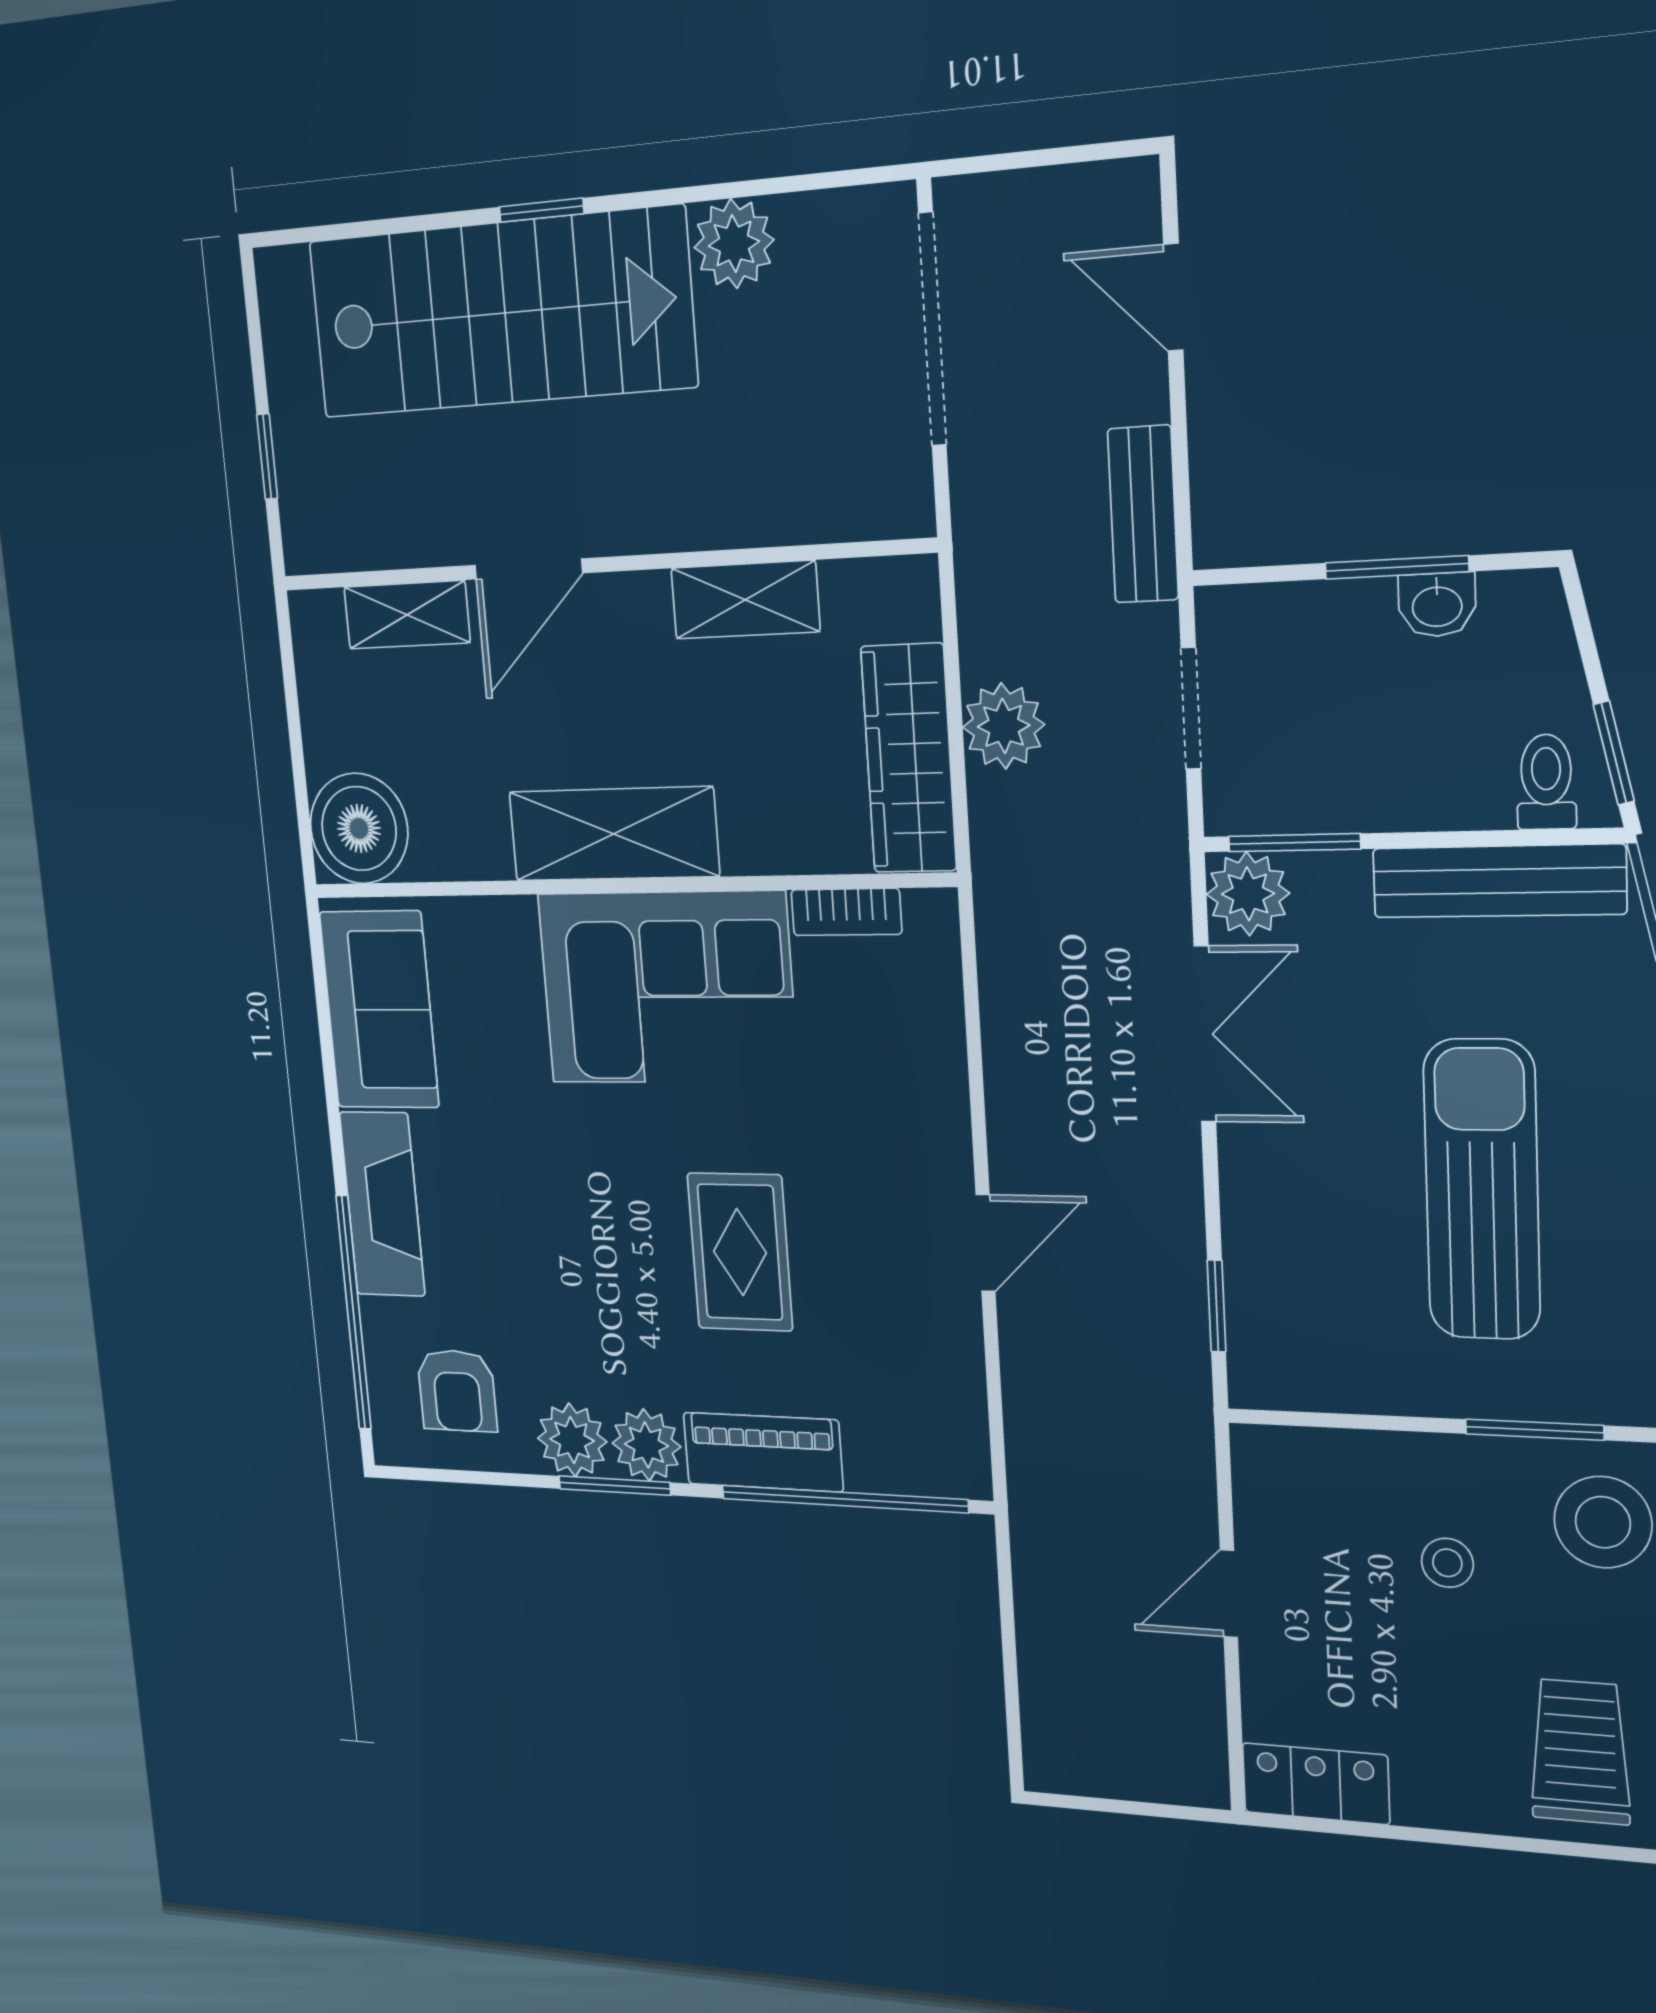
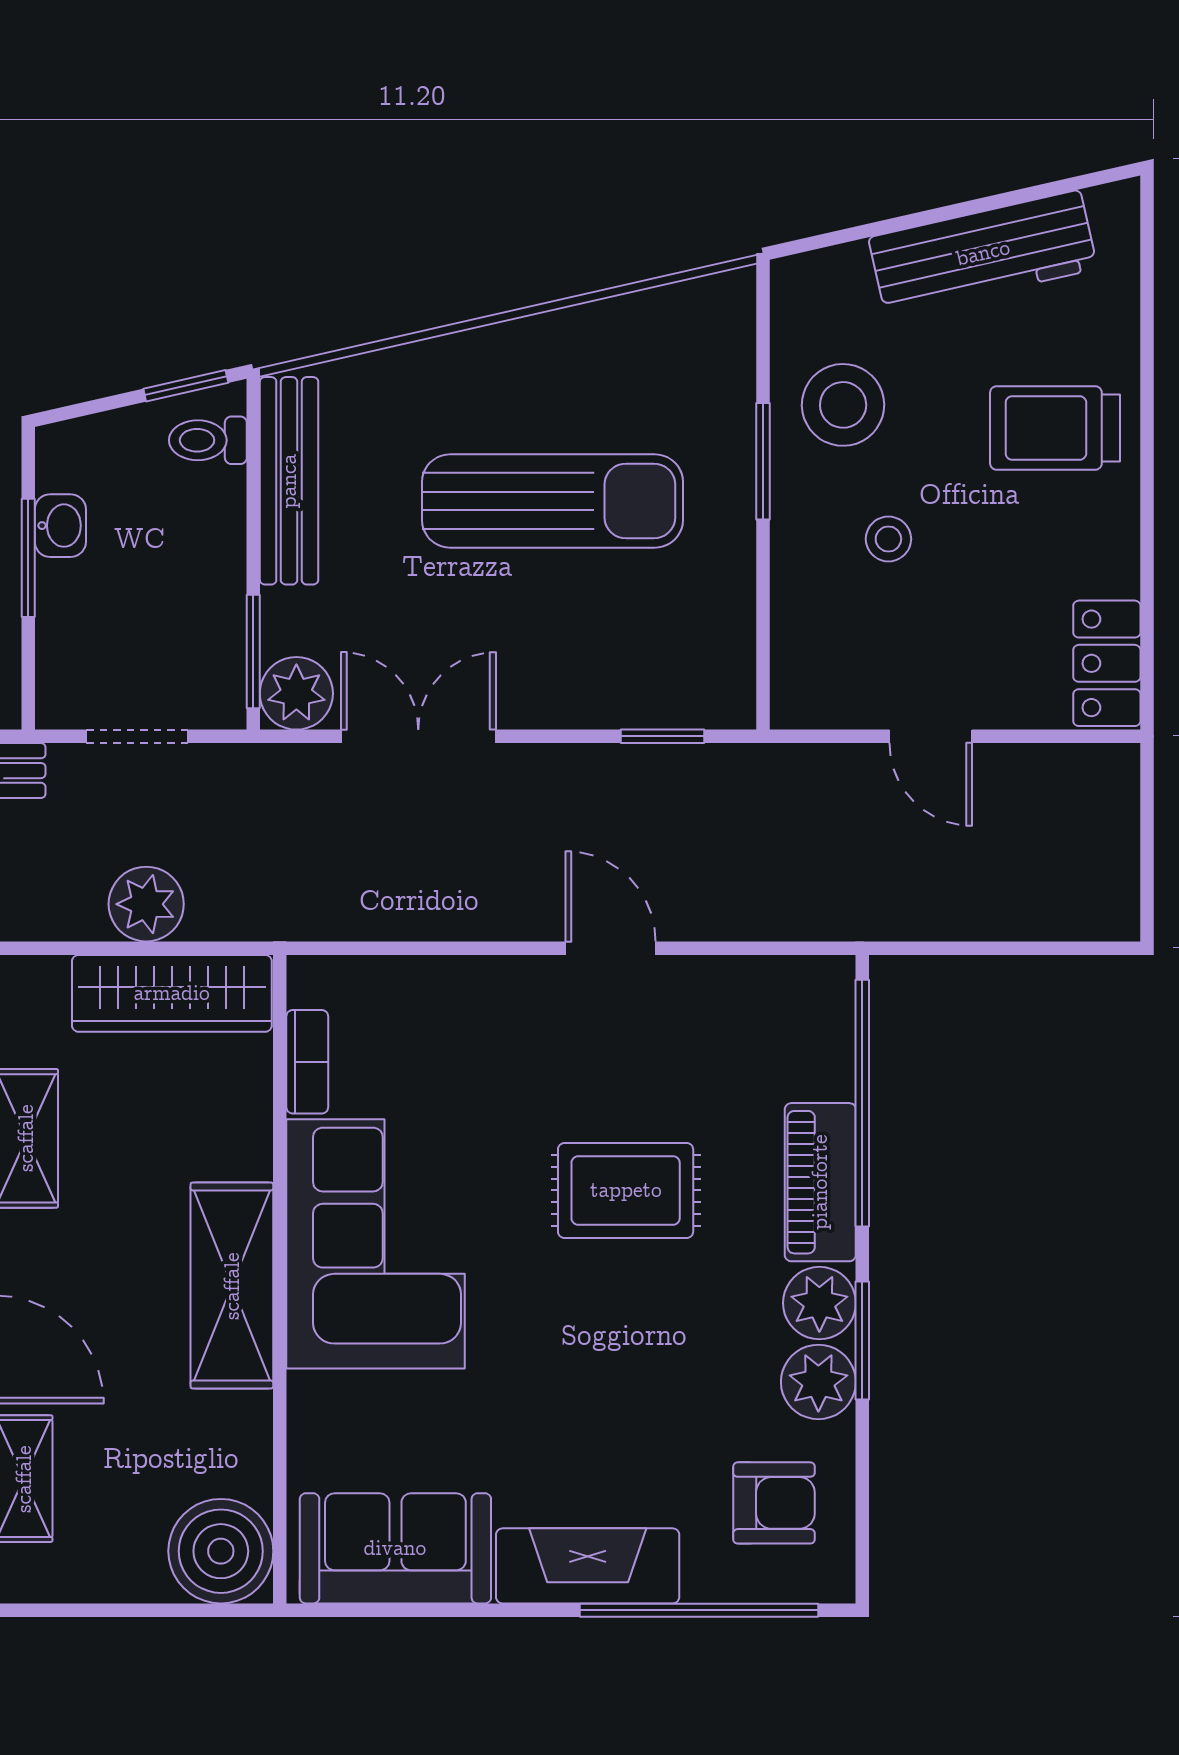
sun lounger: (1482, 1190) -> (552, 501), turned 180

